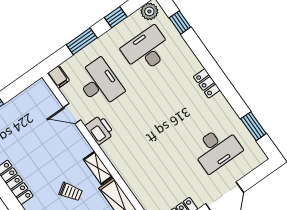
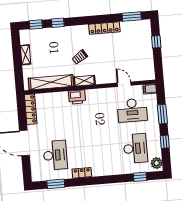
locker: (207, 83) -> (82, 173), moved
door: (72, 114) -> (124, 84), hinge flipped
printer: (100, 130) -> (77, 97), moved
desk: (217, 149) -> (55, 155), turned 180

